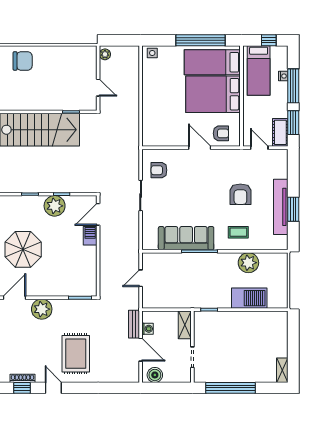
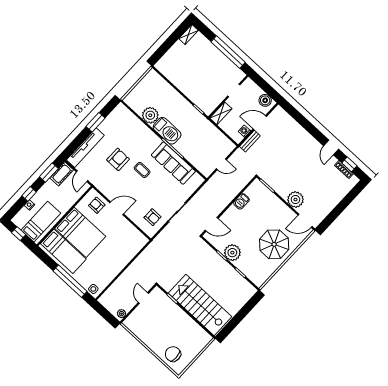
window: (200, 40) -> (70, 281), moved
window: (293, 86) -> (29, 194), width x0.46
door: (200, 148) -> (117, 208), swing flipped
tv unit: (281, 207) -> (85, 148), moved
coffee table: (238, 232) -> (142, 170), moved
barbecue: (90, 236) -> (241, 201), moved
barbecue: (249, 298) -> (167, 131), moved, turned 180
door: (141, 350) -> (260, 123), hinge flipped
rug: (76, 354) -> (300, 155), removed

